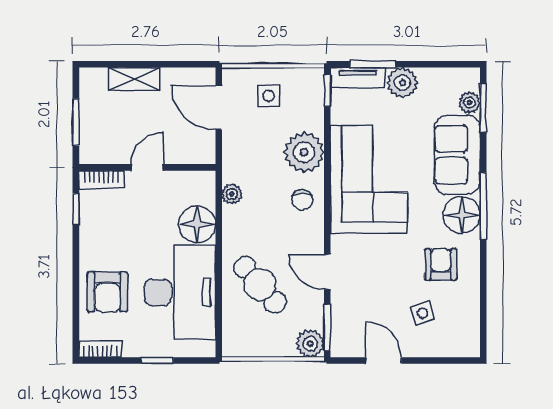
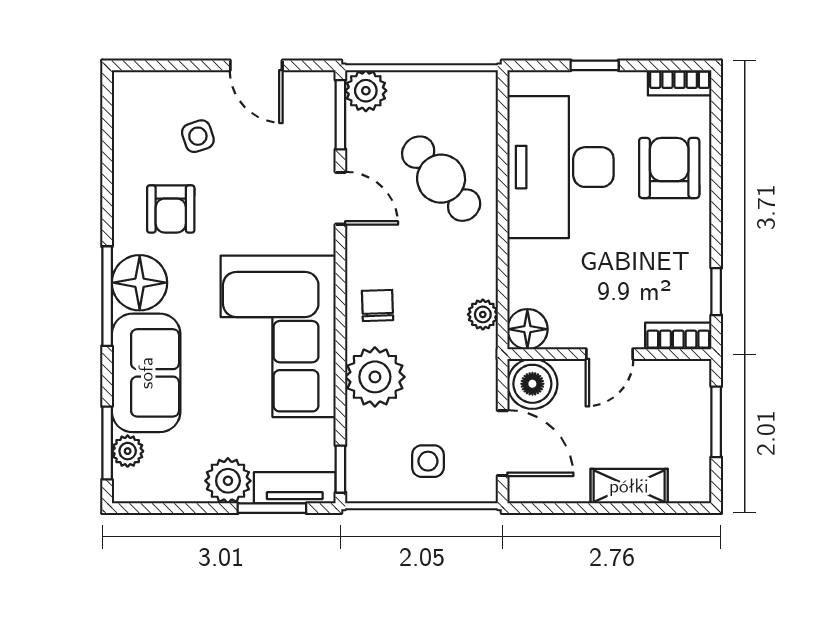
boiler: (199, 148) -> (532, 384), added
floor lamp: (197, 224) -> (527, 329), moved, width x0.73, depth x0.73

